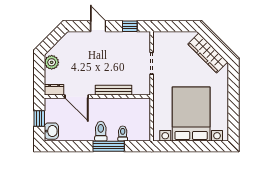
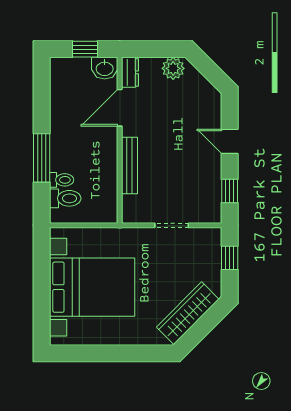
door: (98, 26) -> (230, 141), swing flipped
window: (172, 26) -> (230, 258), added
washbasin: (51, 131) -> (105, 68), moved
toilet: (101, 131) -> (65, 198), moved

